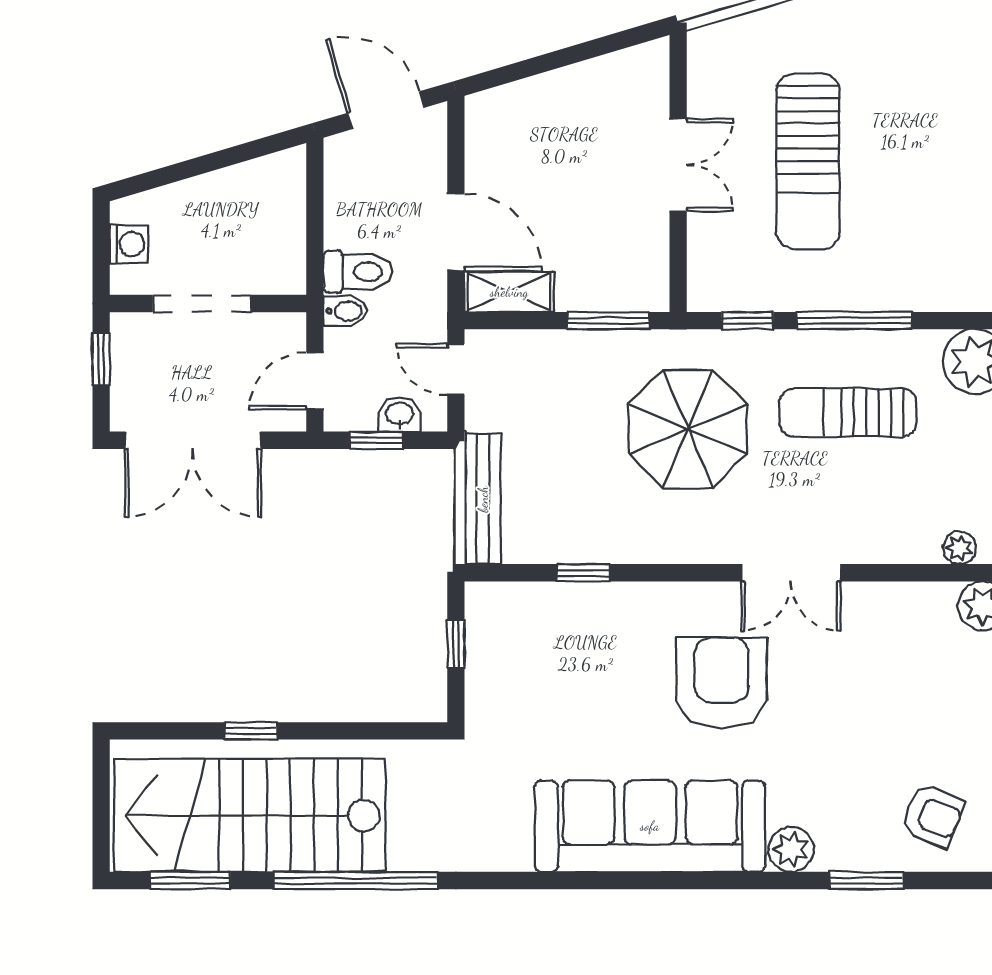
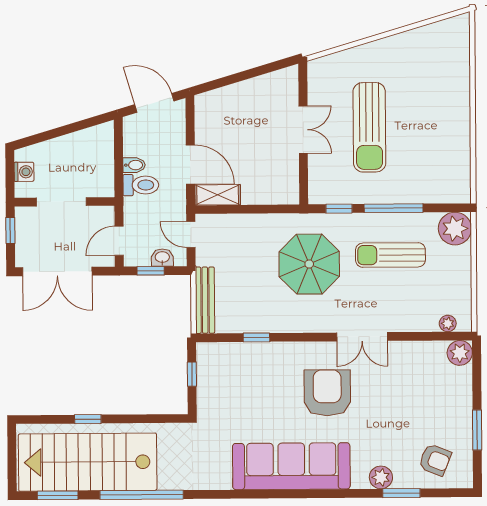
bidet: (345, 311) -> (134, 165), moved
window: (608, 321) -> (268, 209), removed
plant: (791, 849) -> (381, 477), moved

